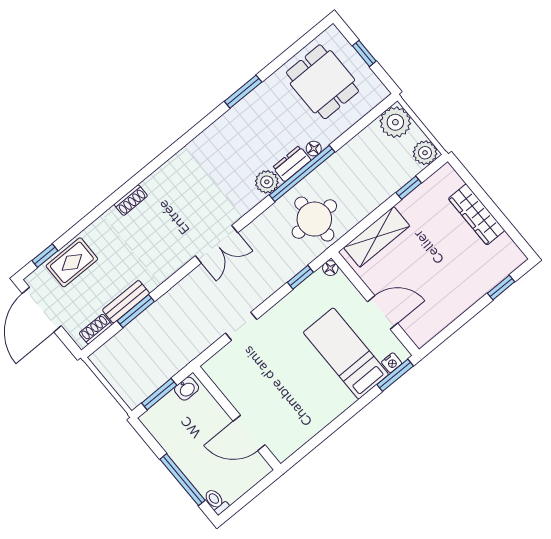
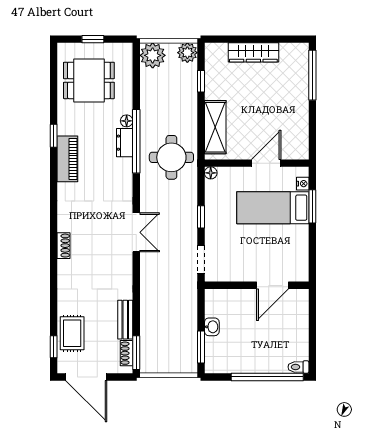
window: (243, 92) -> (54, 136), width x0.67
piano: (232, 123) -> (67, 159), added
plant: (267, 182) -> (123, 168), removed
shoe rack: (131, 200) -> (64, 246), moved
window: (300, 277) -> (201, 217), moved
window: (501, 288) -> (312, 75), width x2.17
window: (136, 311) -> (136, 353), moved
window: (395, 375) -> (312, 206), moved
wall: (237, 418) -> (257, 285), moved
door: (249, 433) -> (273, 285), moved
window: (183, 480) -> (267, 377), width x1.46

